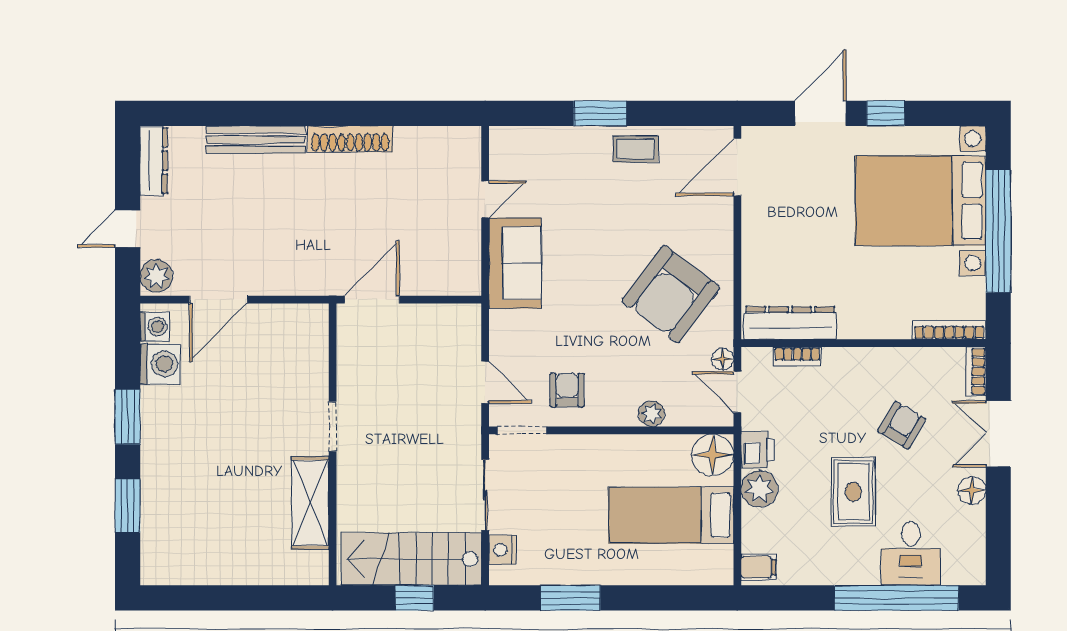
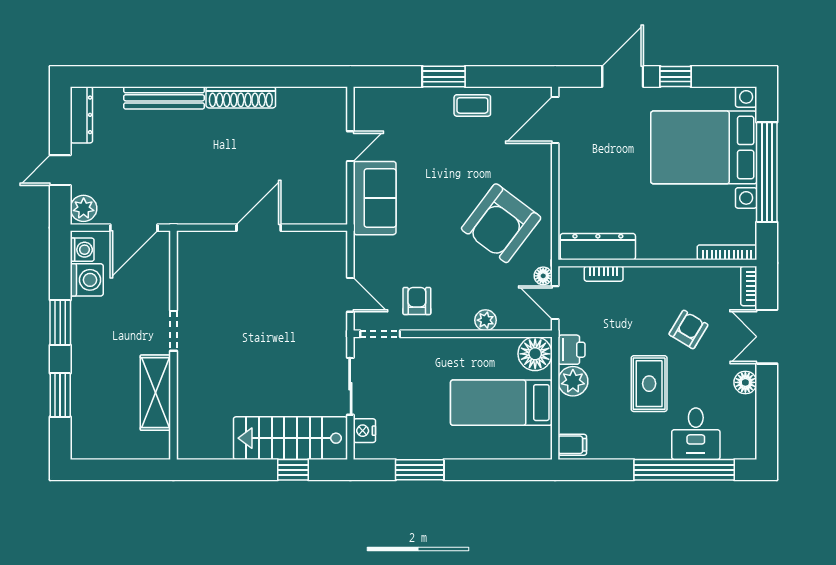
doorway: (333, 427) -> (173, 331), moved
wall: (333, 444) -> (173, 345), moved
shelving: (310, 503) -> (155, 393), moved

